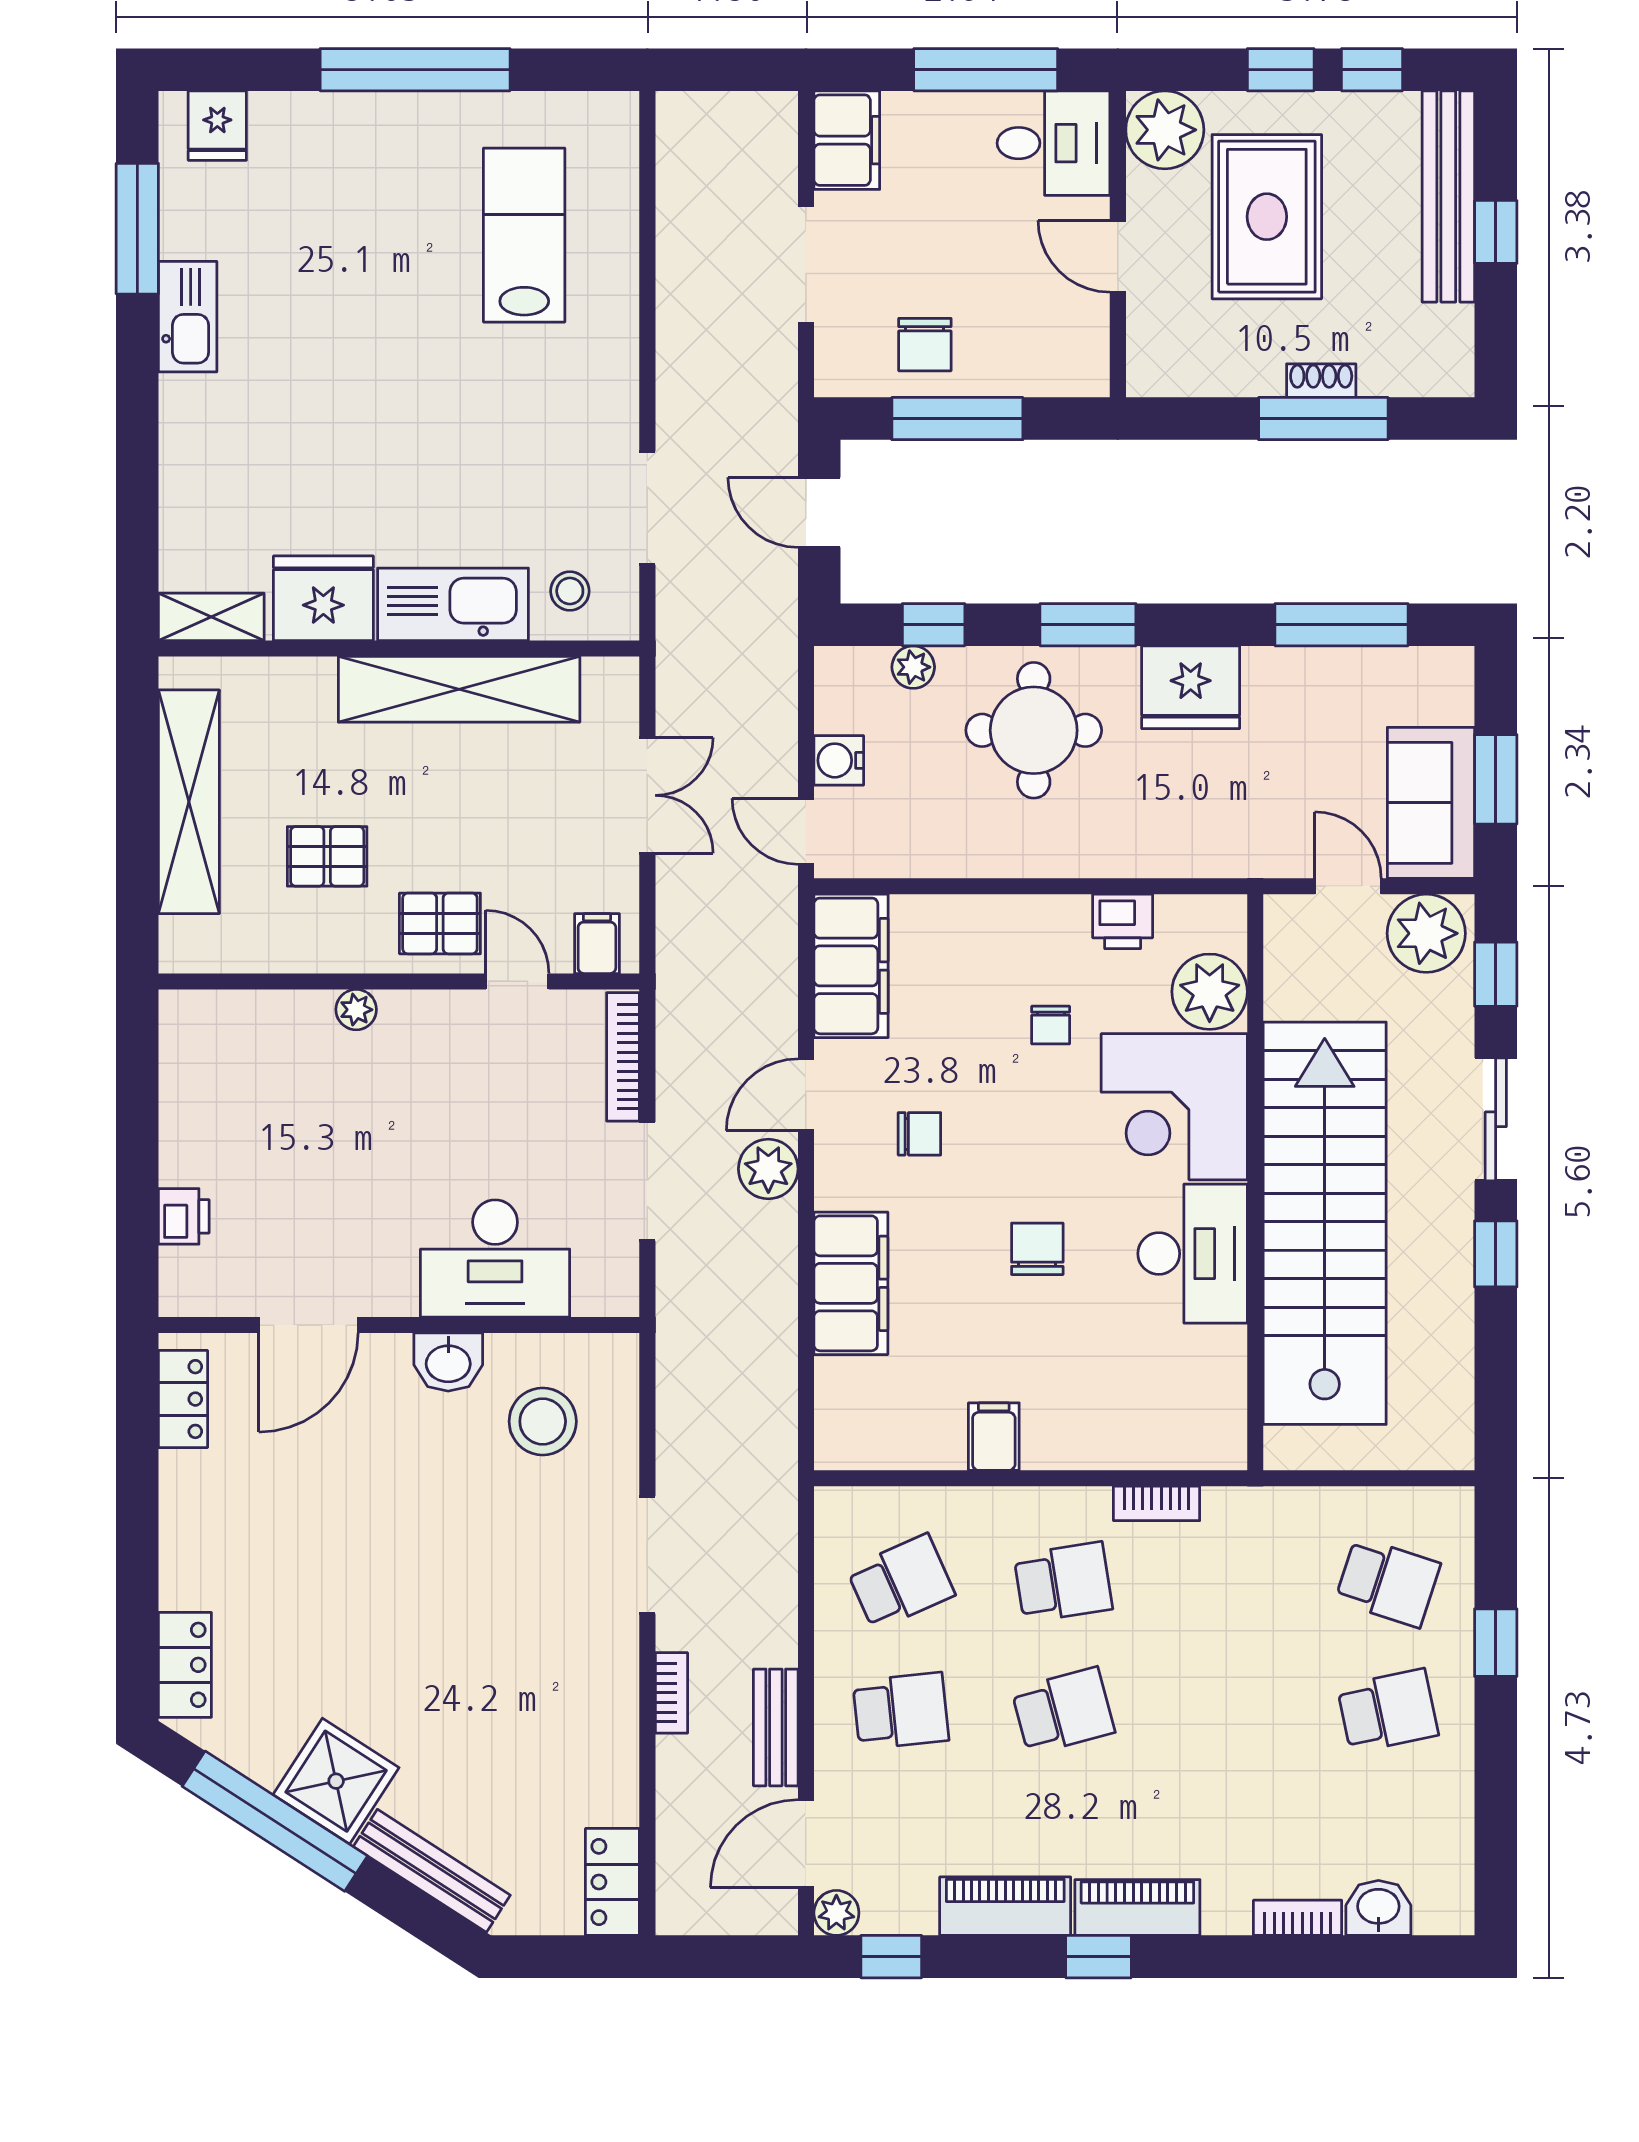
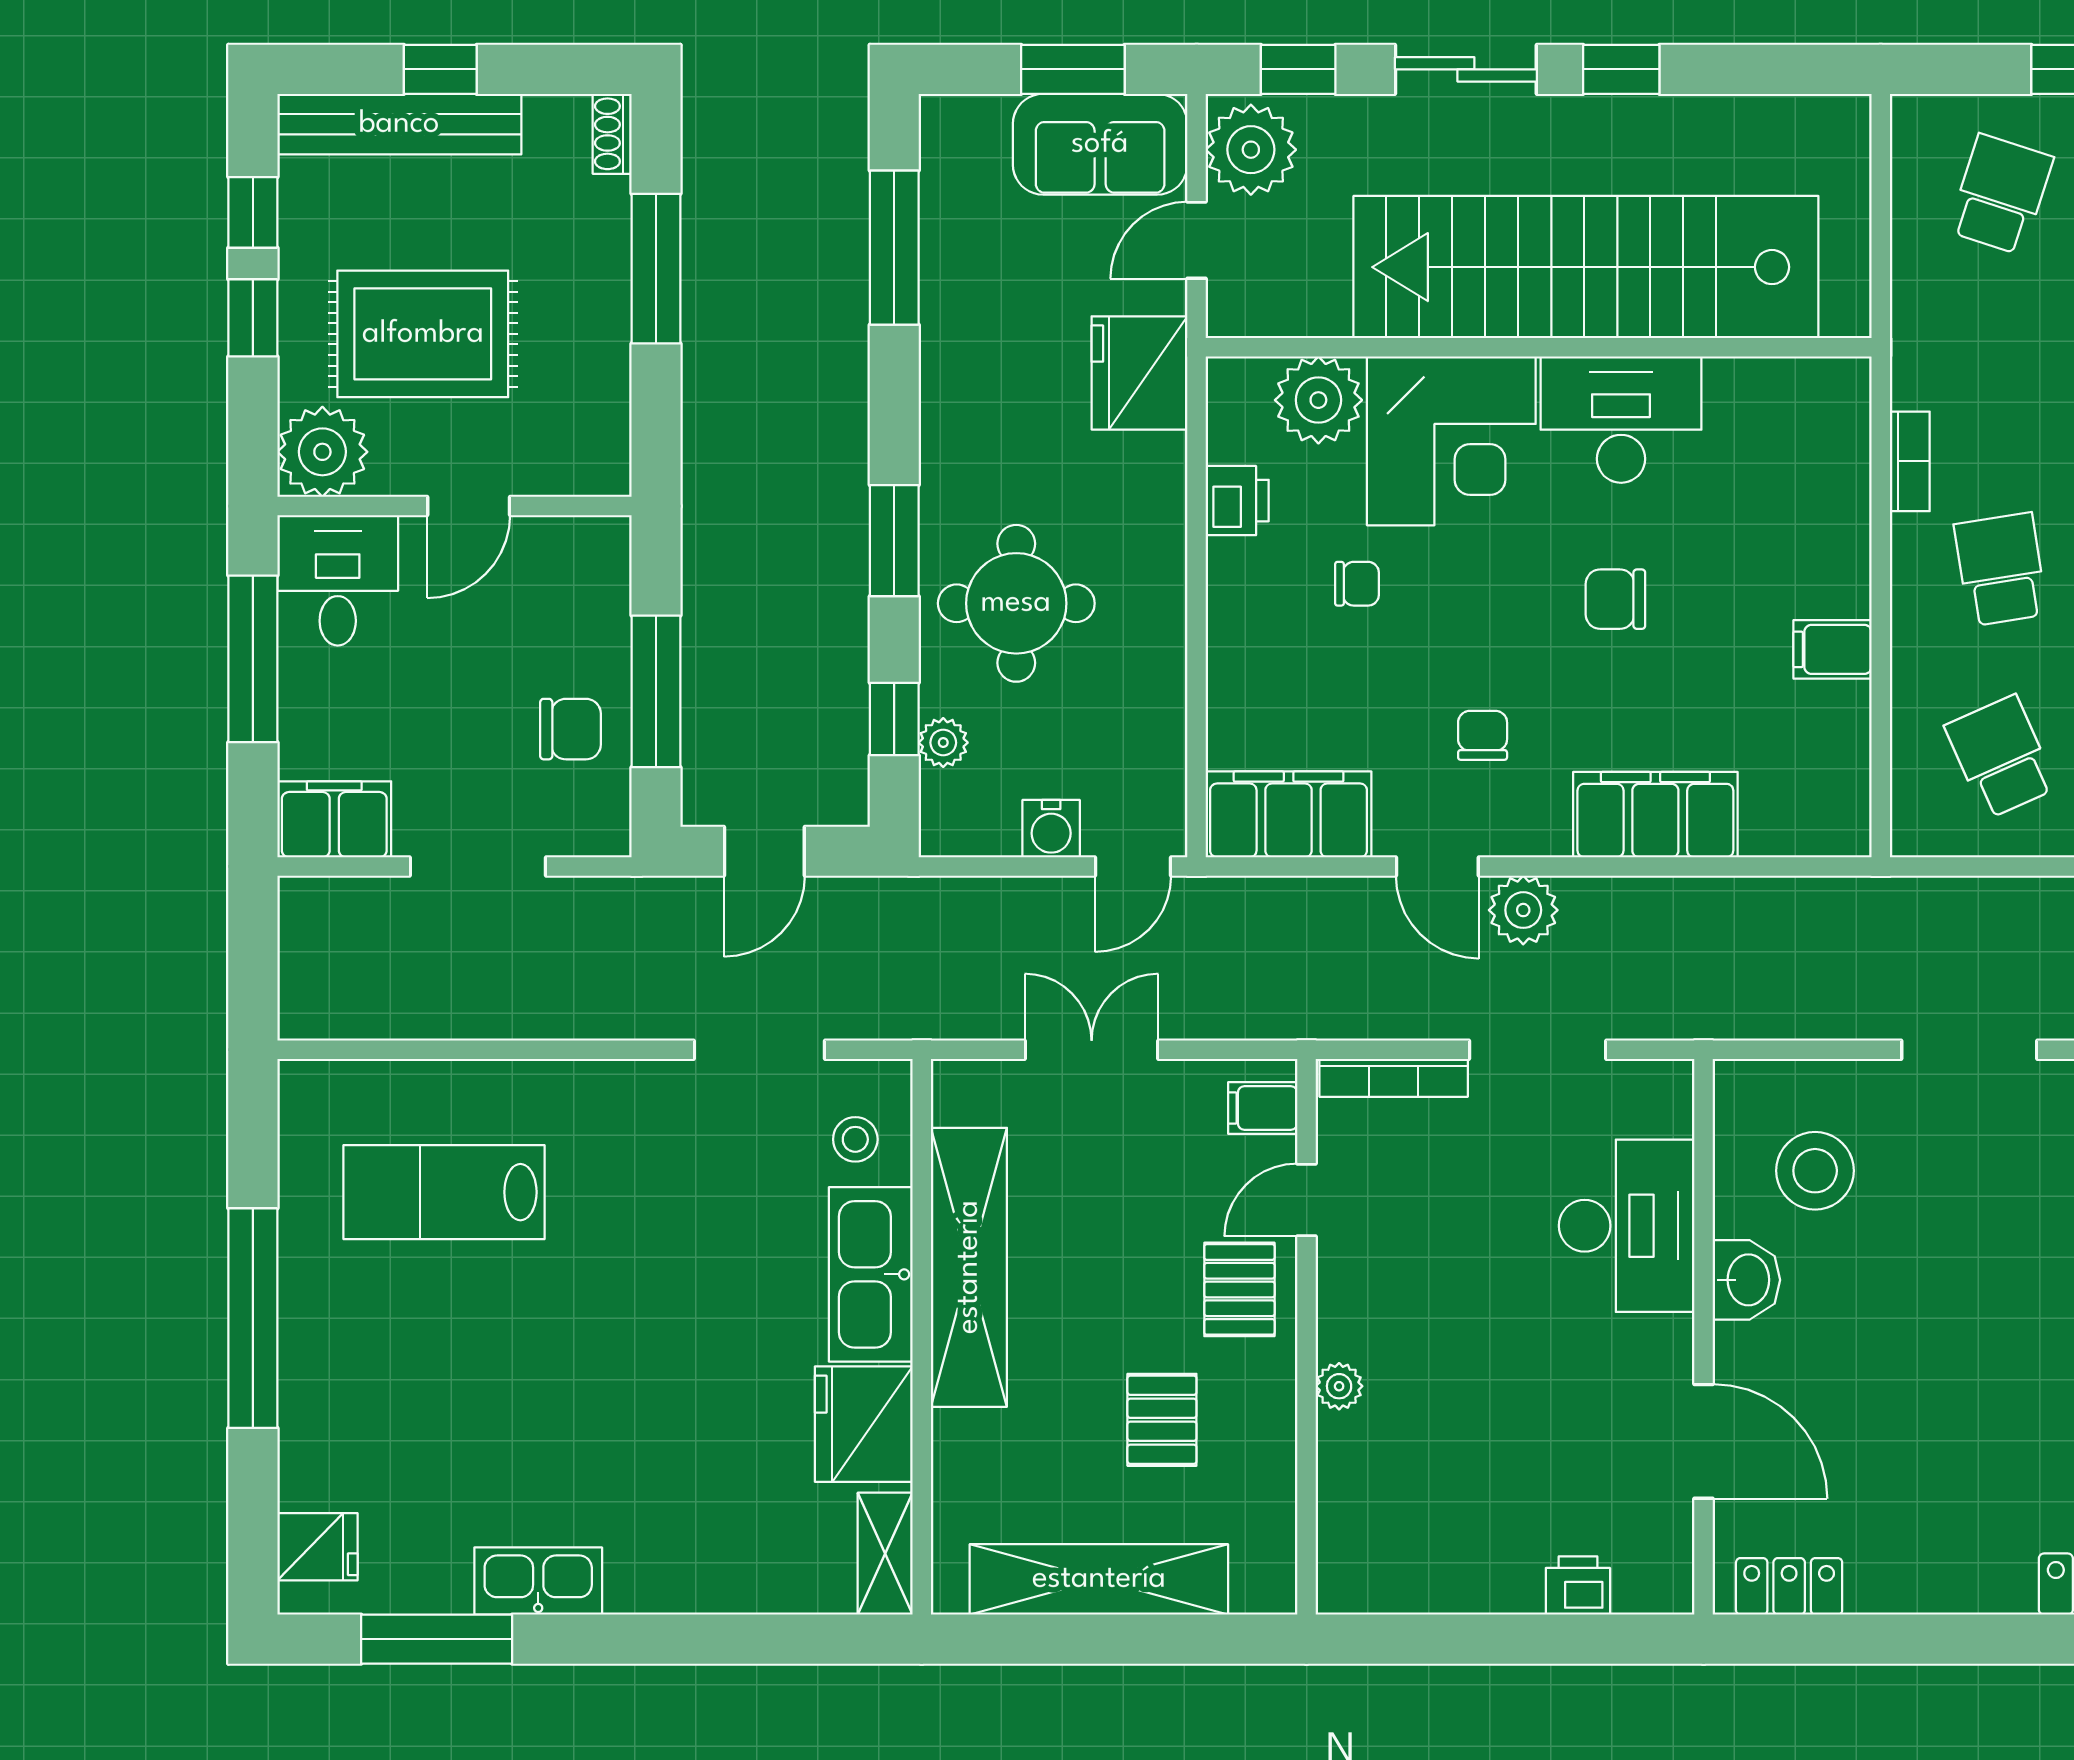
shoe rack: (1321, 381) -> (612, 134), moved
fridge: (1191, 687) -> (1139, 373), moved, turned 180

